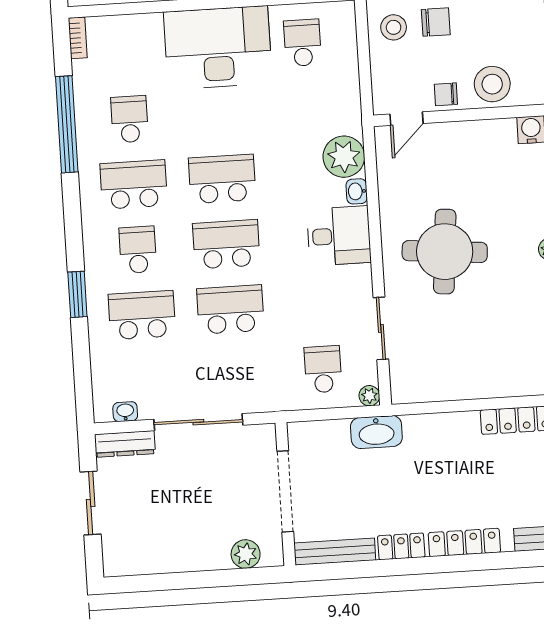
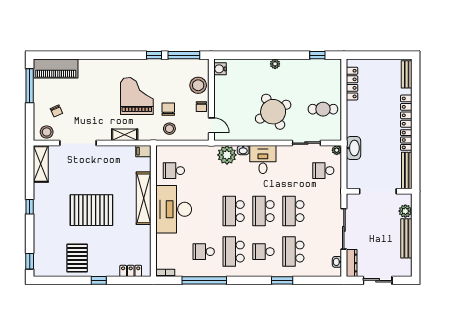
round table: (445, 252) -> (273, 112), turned -33
cafe table: (457, 360) -> (323, 109), added
bench: (186, 560) -> (406, 238), added

